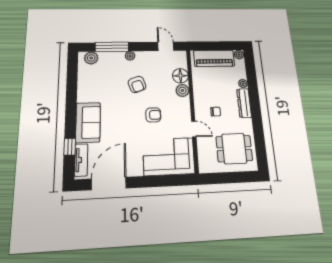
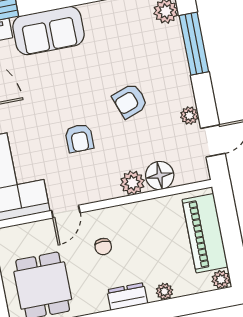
plant: (130, 56) -> (189, 116), moved
dresser: (244, 103) -> (127, 296), width x0.70

